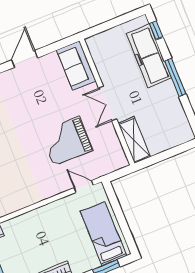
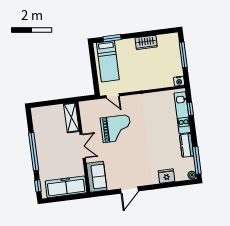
freezer: (149, 56) -> (66, 187), moved, turned -90
window: (175, 78) -> (34, 152), width x1.46

